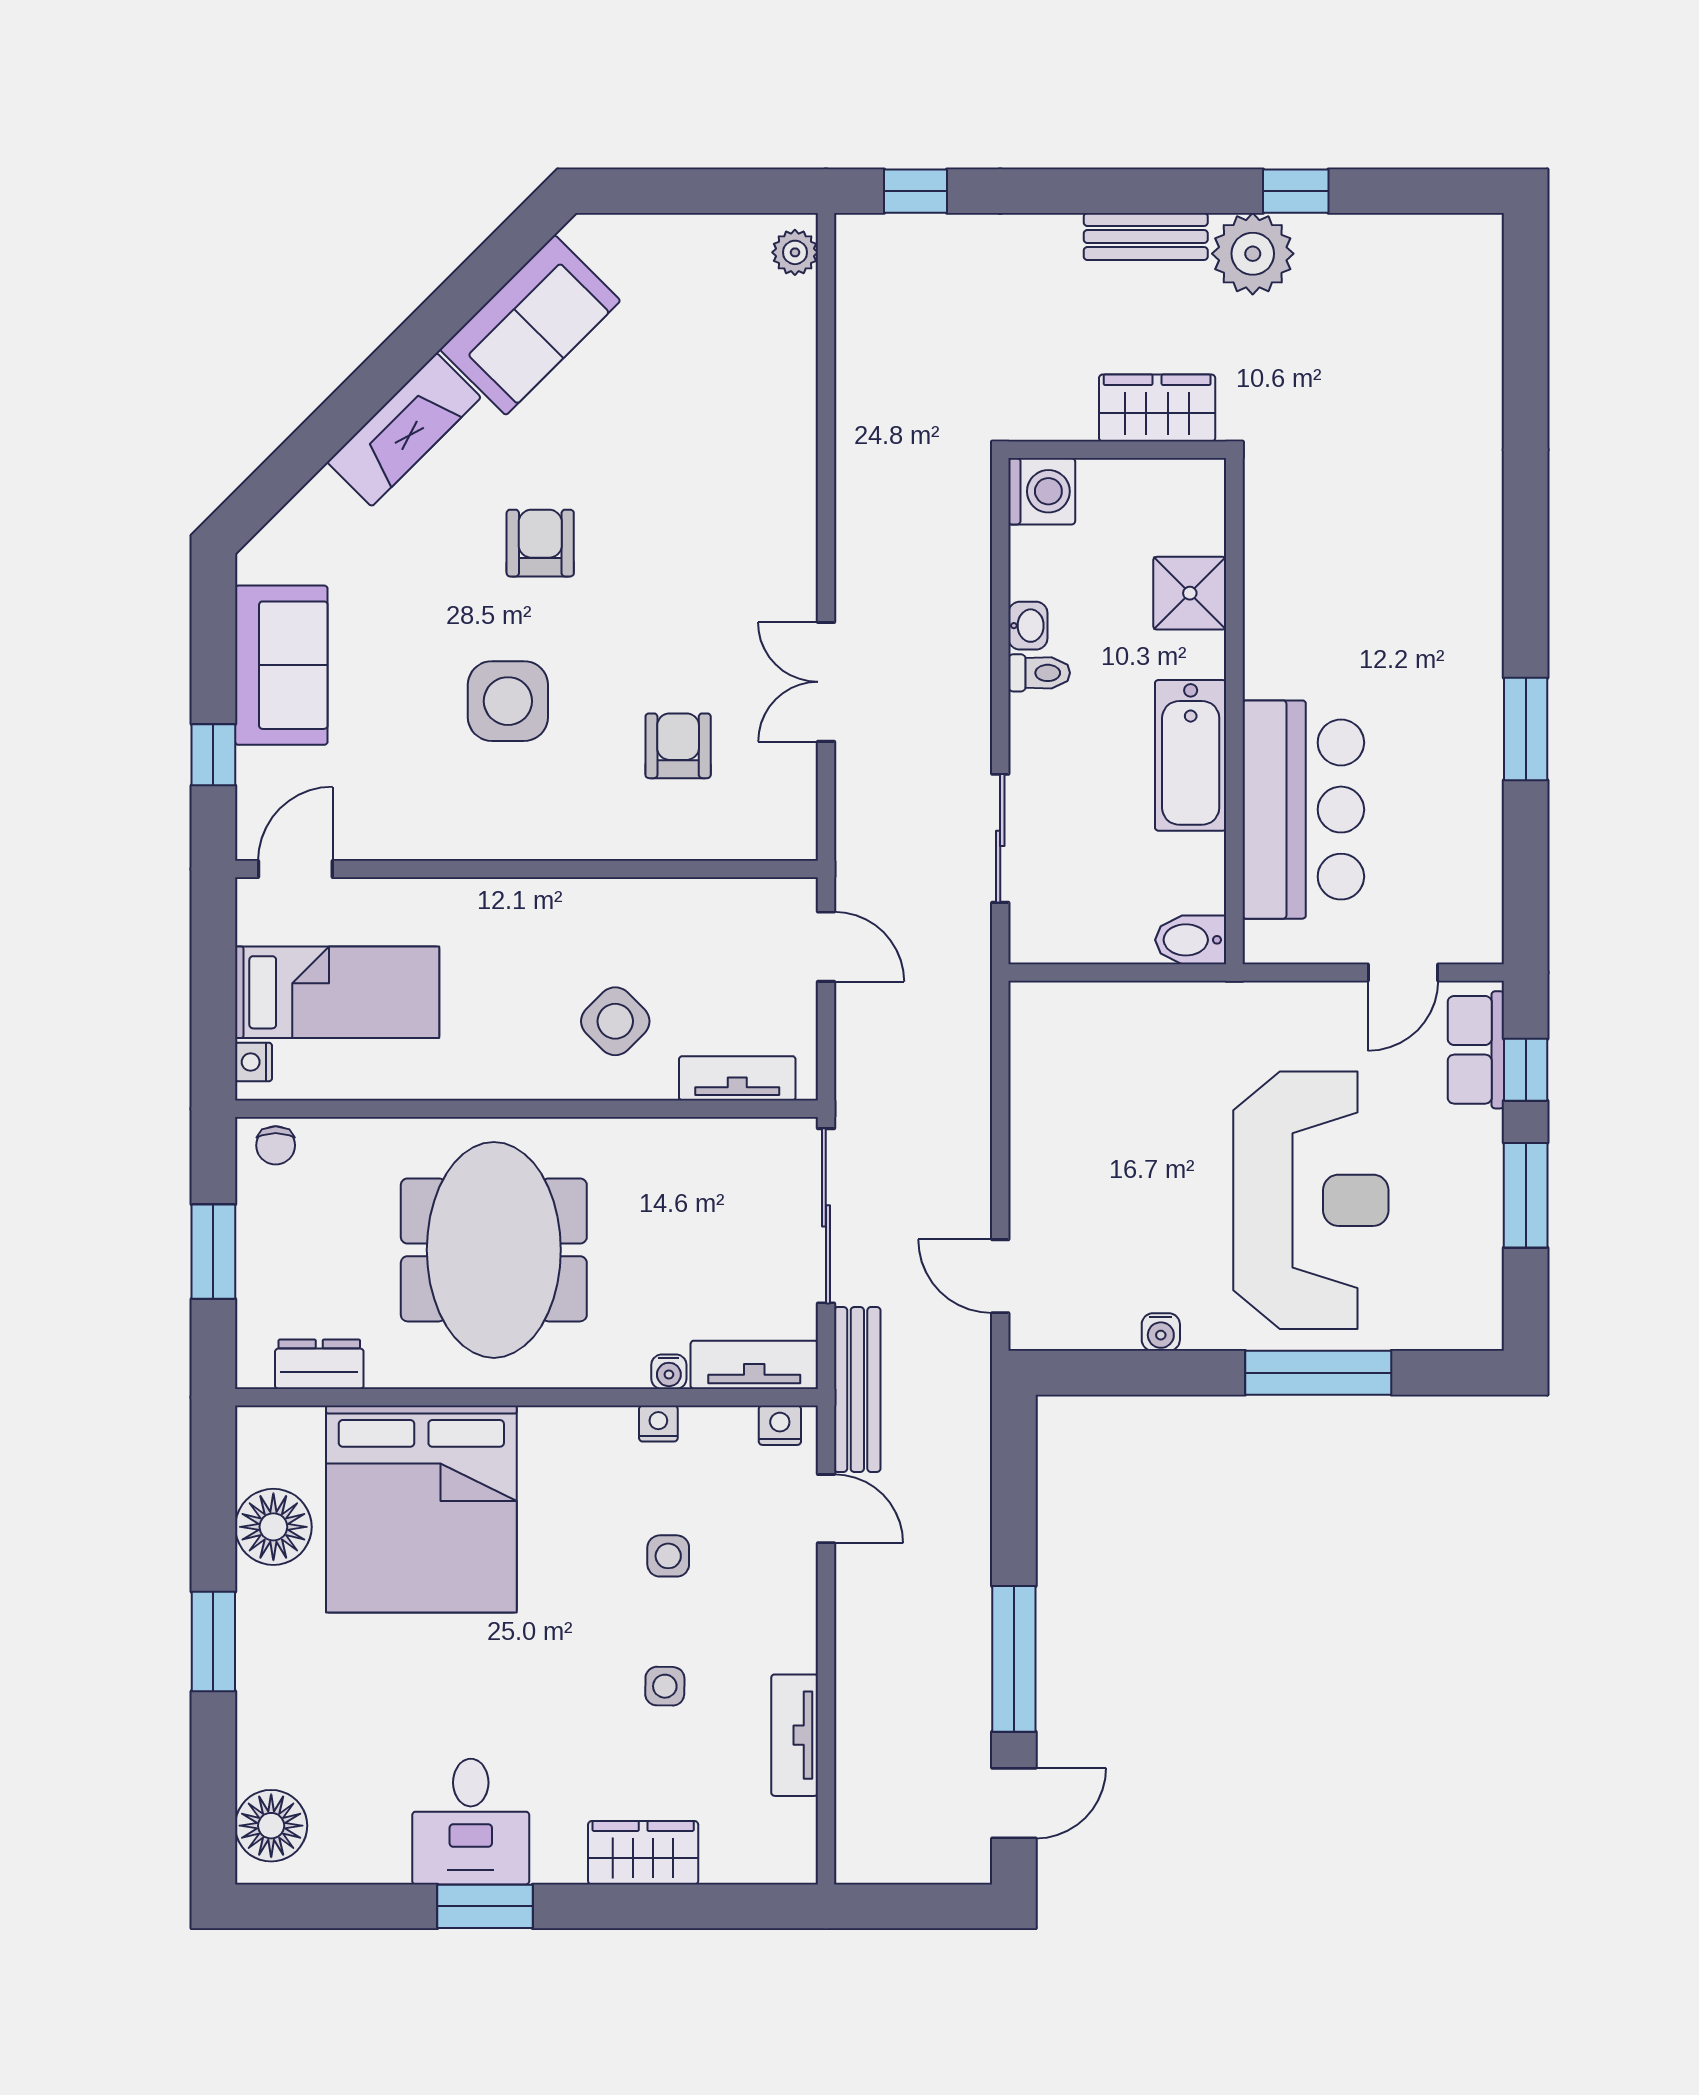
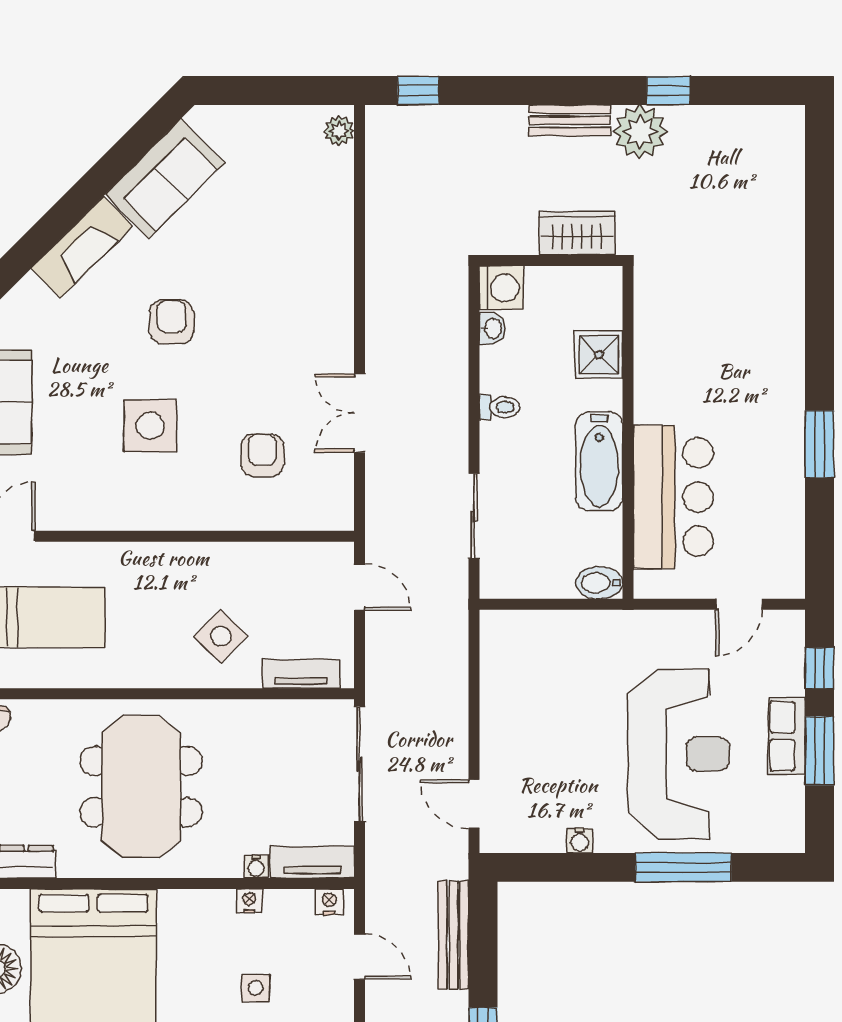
washbasin: (1028, 626) -> (492, 328), moved
row of seats: (1476, 1050) -> (787, 736), moved
bench: (857, 1390) -> (453, 935), moved

